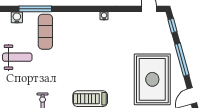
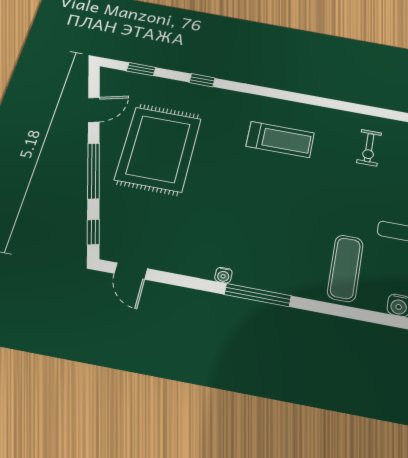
window: (35, 9) -> (258, 295), moved

